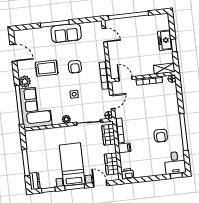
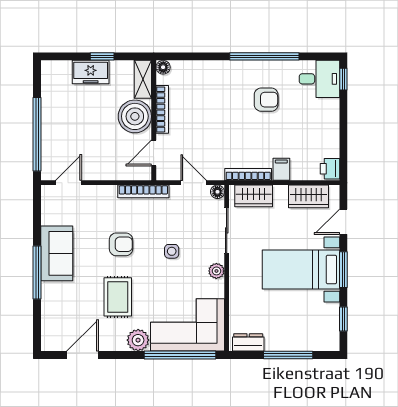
boiler: (144, 67) -> (135, 116), added
dresser: (35, 181) -> (248, 342), moved

